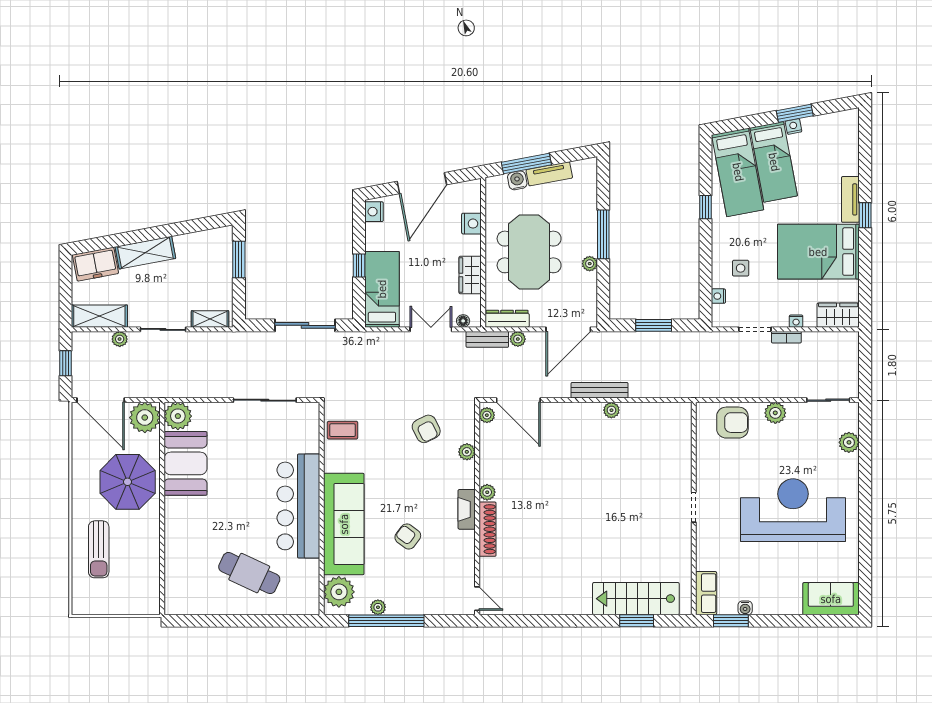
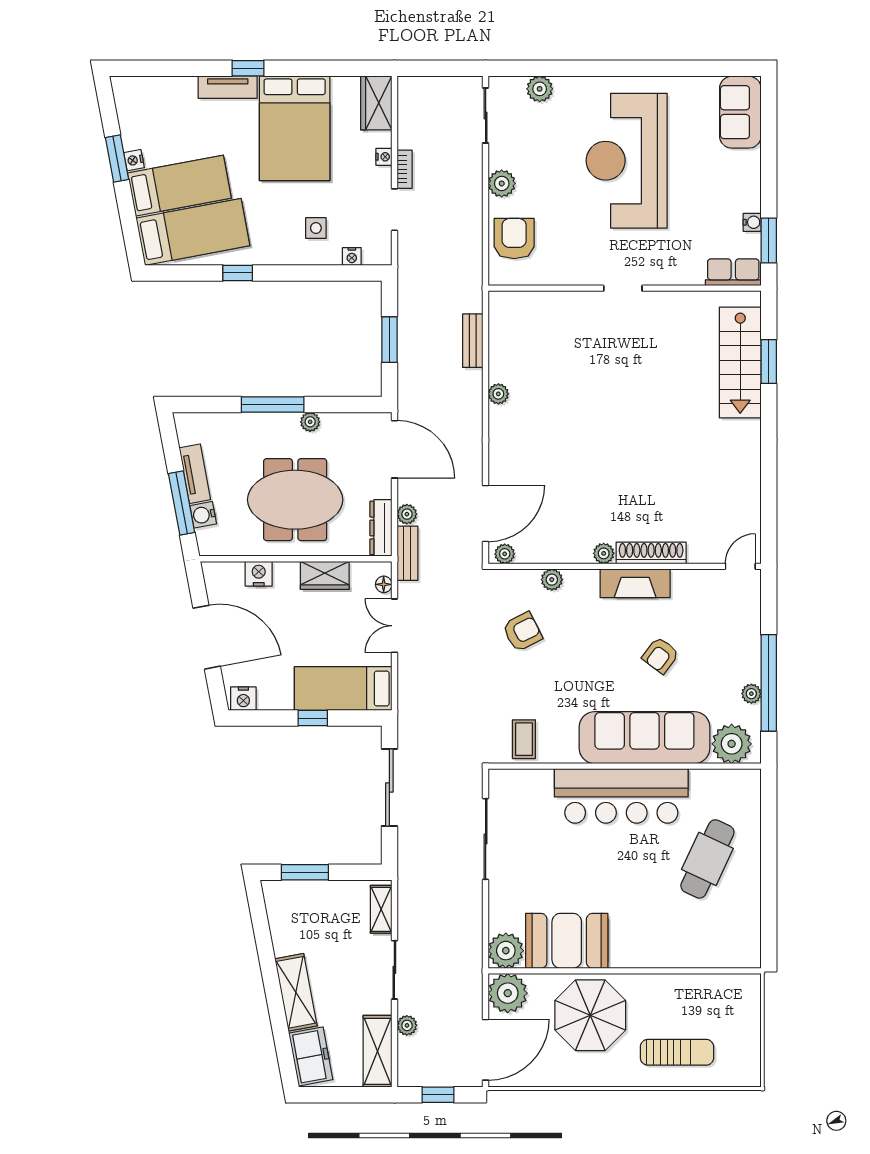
bench: (600, 390) -> (473, 341), moved, width x0.73
fireplace: (467, 509) -> (635, 583), width x1.37, depth x1.32

